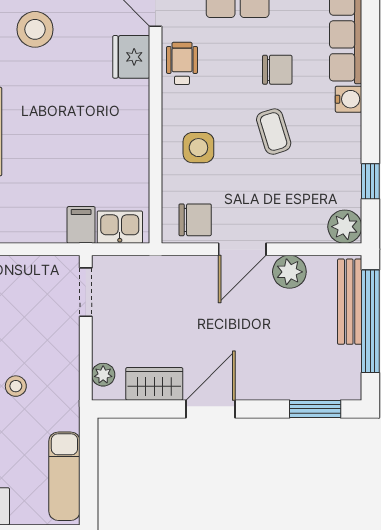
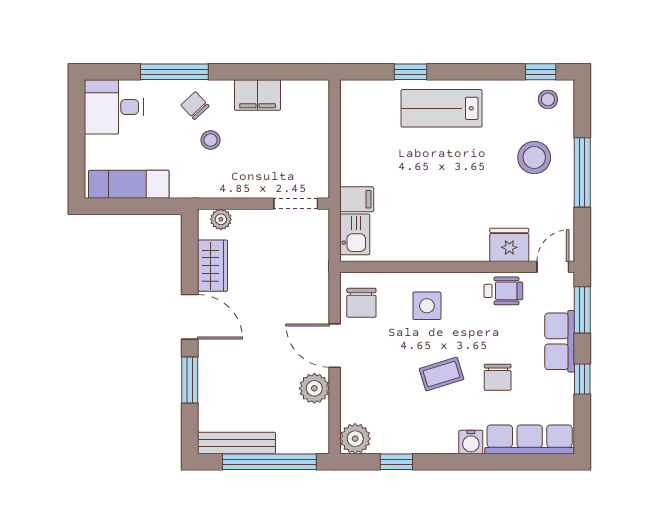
bench: (350, 302) -> (236, 443), moved
window: (315, 409) -> (190, 380), moved

